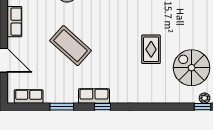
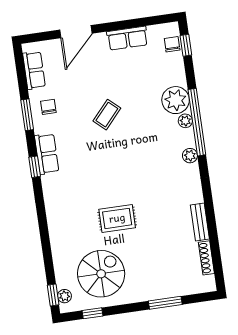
coffee table: (71, 46) -> (107, 115), width x0.54, depth x0.58
chair: (58, 90) -> (48, 107), added

